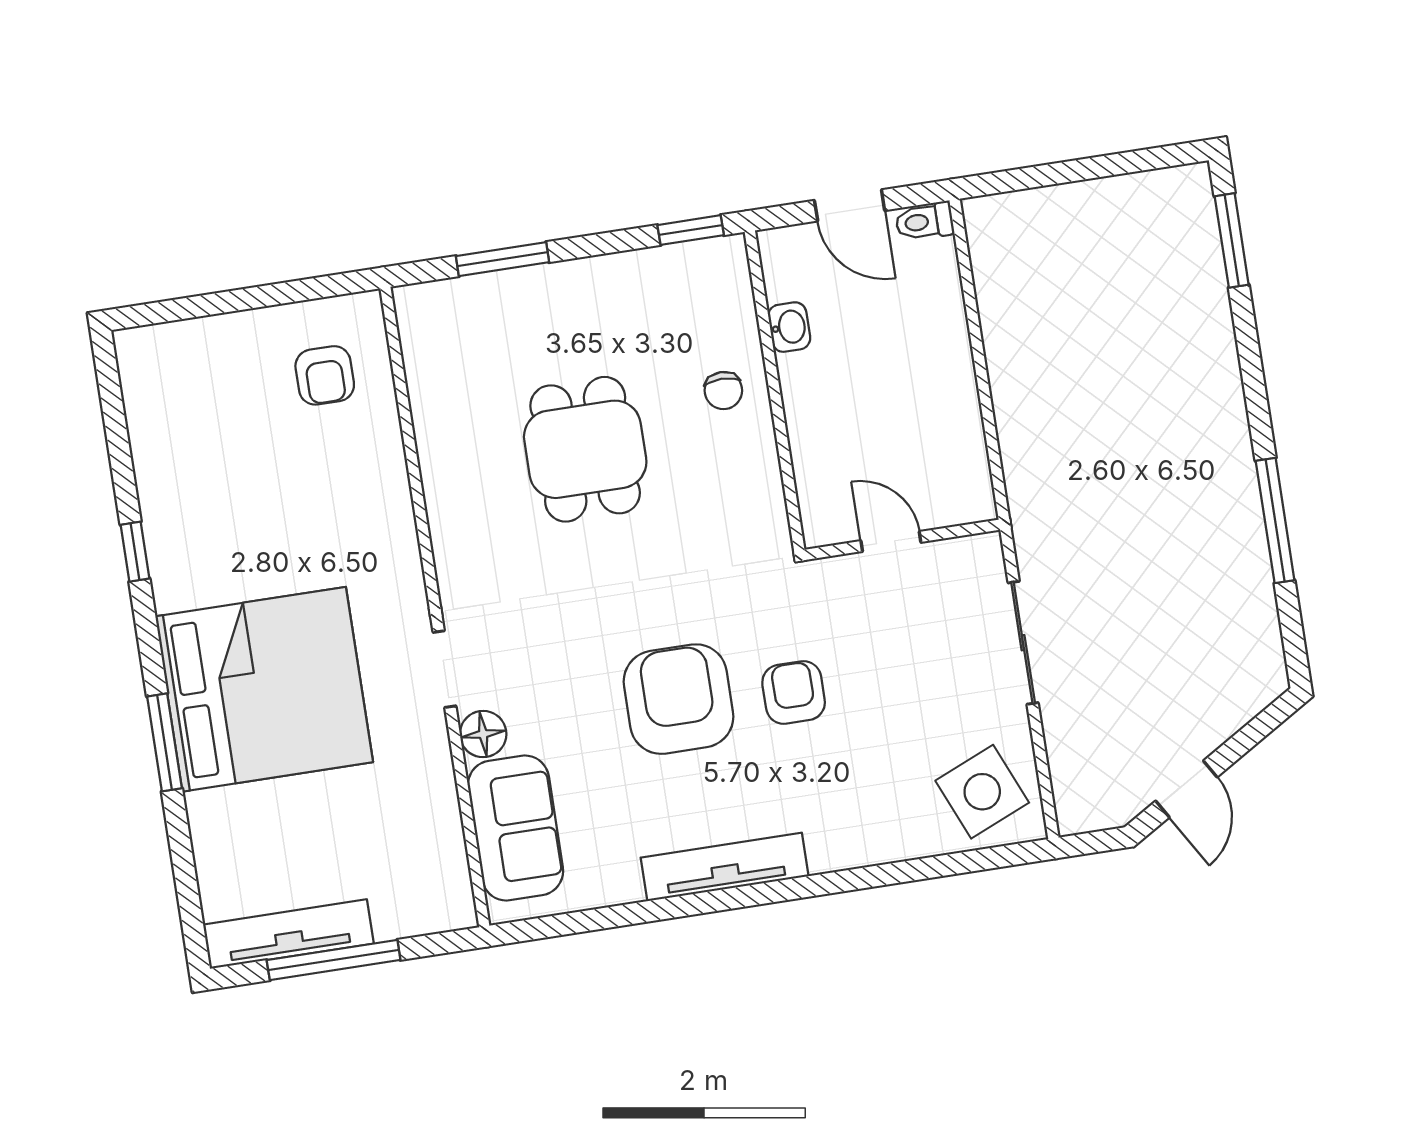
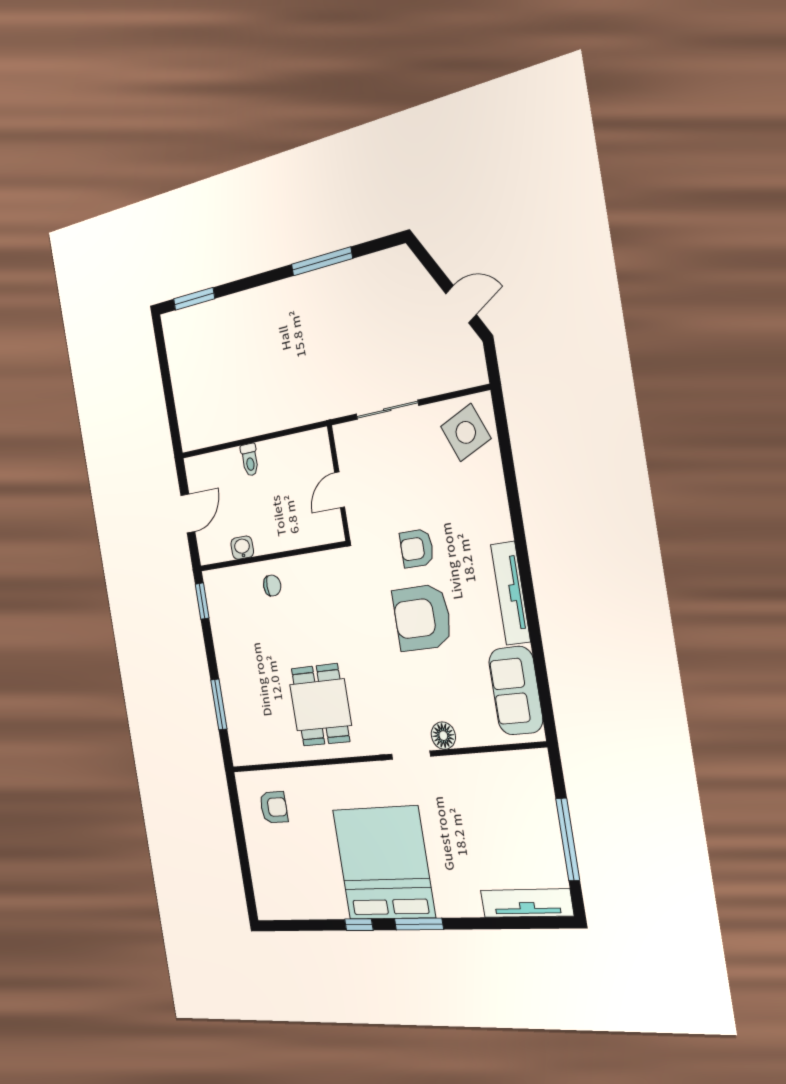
toilet: (924, 221) -> (250, 460), moved
dining table: (585, 449) -> (320, 705), moved, turned 90
bed: (264, 689) -> (383, 863), moved
window: (164, 742) -> (419, 924), moved
sofa: (515, 828) -> (516, 691), moved, turned -90
tv unit: (288, 934) -> (527, 903), moved, turned 90

